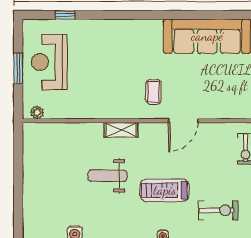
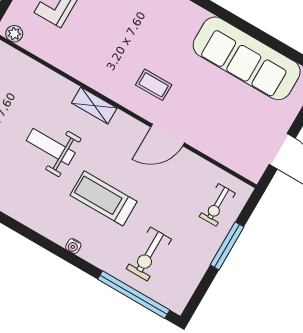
coffee table: (154, 92) -> (154, 85), turned 90
exercise bike: (218, 210) -> (149, 254), turned 90

